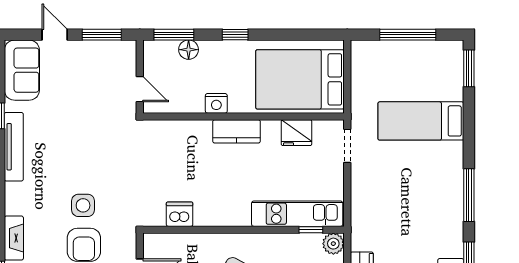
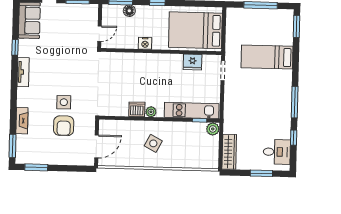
door: (140, 89) -> (99, 34), hinge flipped
kitchen counter: (236, 131) -> (157, 60), removed
tv unit: (14, 147) -> (23, 72), width x0.71
dishwasher: (180, 214) -> (137, 109), moved
plant: (229, 218) -> (151, 112), added

